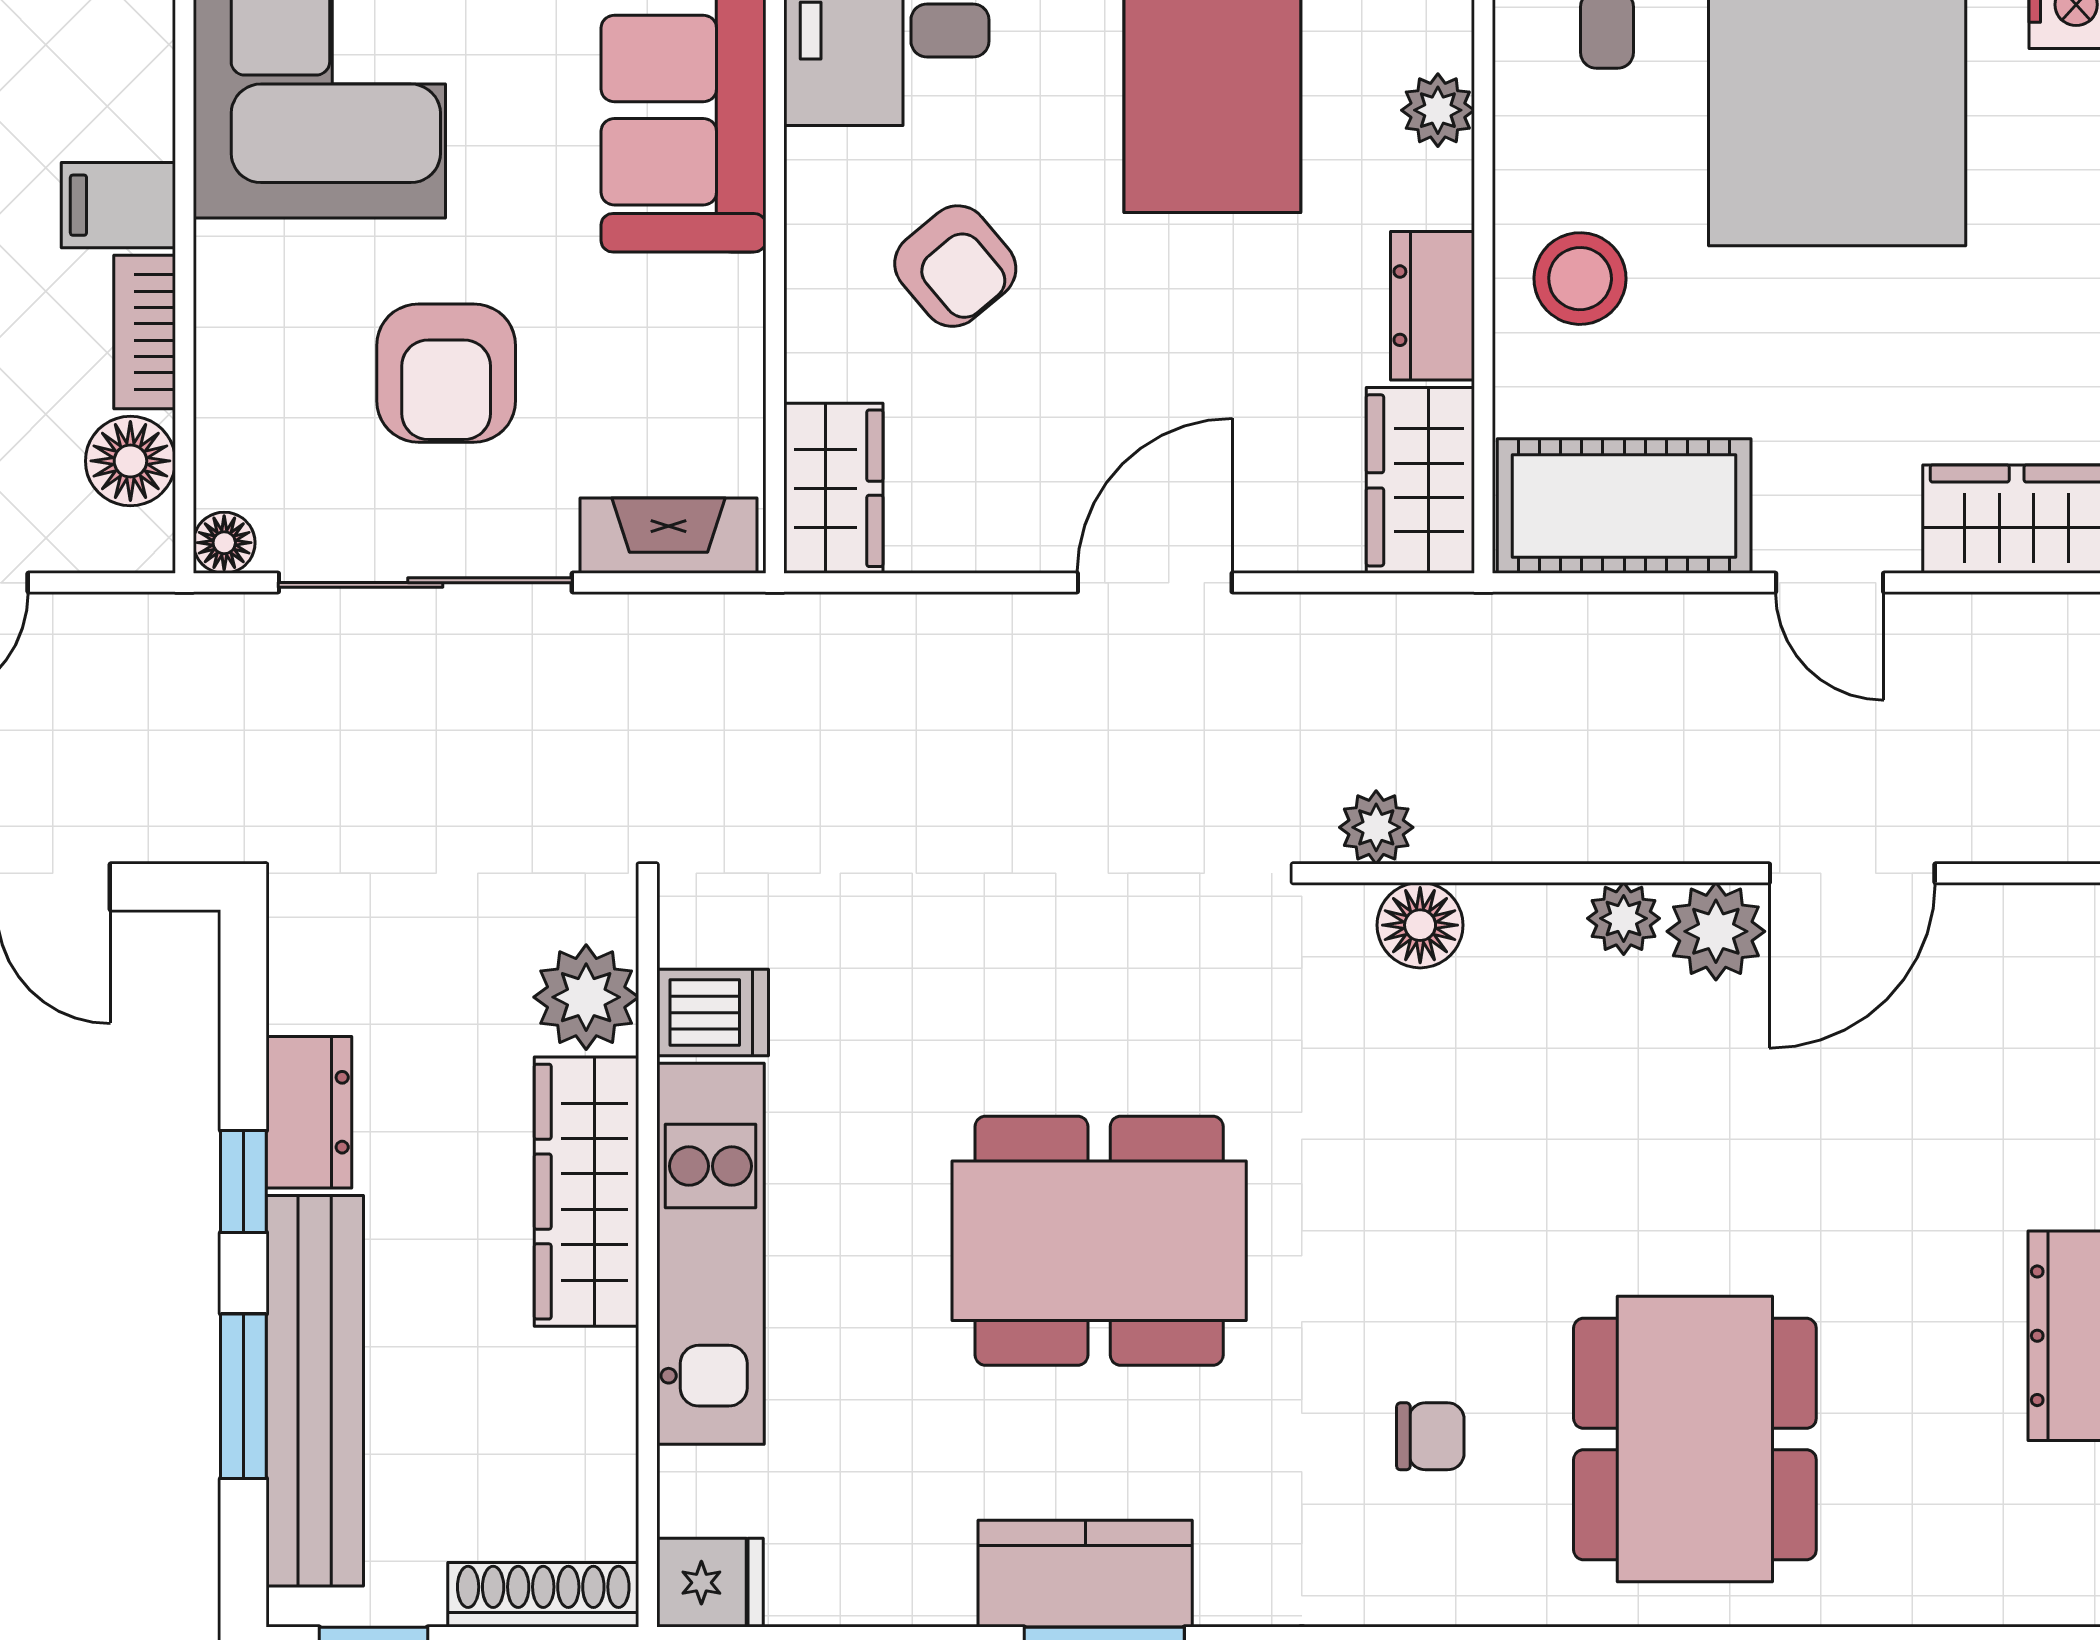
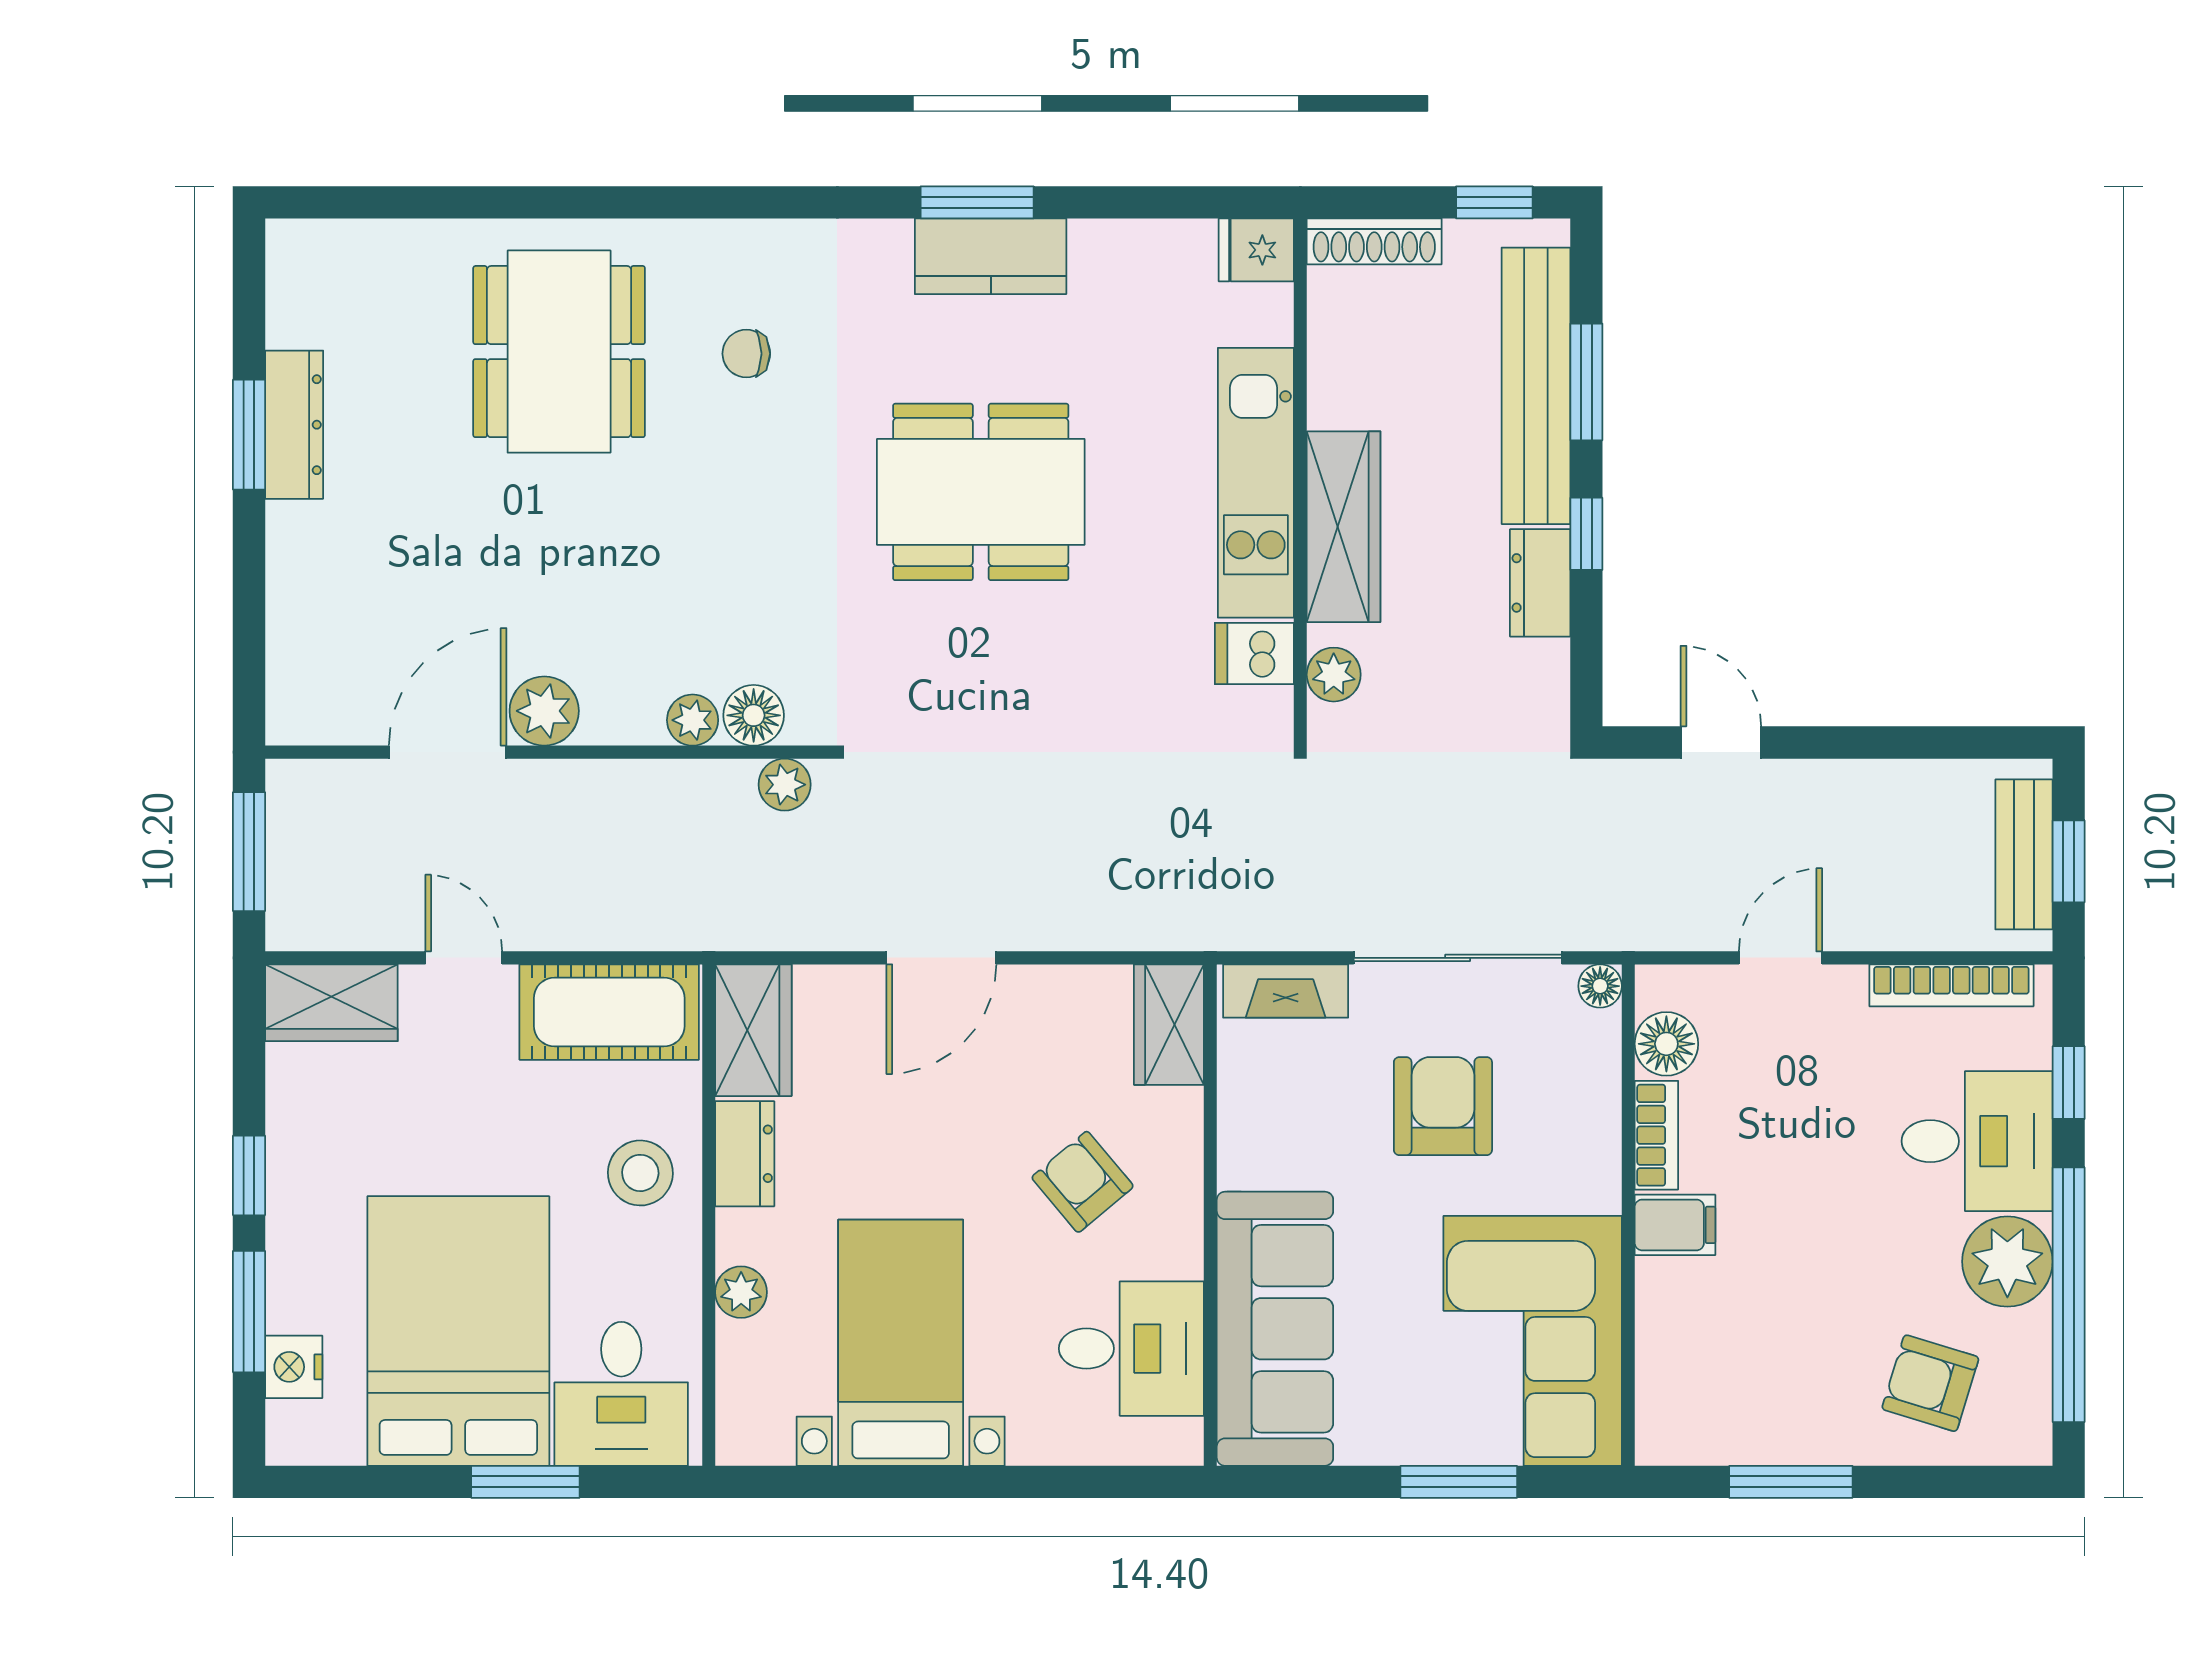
plant: (1624, 918) -> (693, 720), moved
plant: (586, 997) -> (1334, 675), width x0.73, depth x0.73

